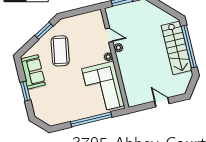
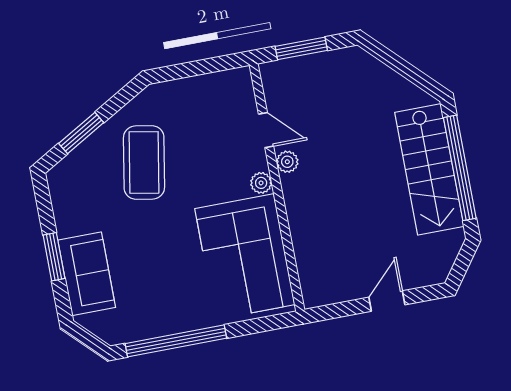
window: (44, 31) -> (81, 133), moved
sofa: (33, 72) -> (87, 274), moved
door: (162, 102) -> (387, 301), hinge flipped
window: (91, 119) -> (176, 341), moved

